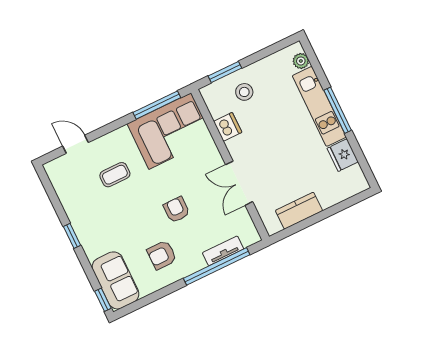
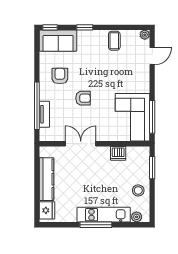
stool: (244, 92) -> (138, 190), moved
fridge: (343, 155) -> (47, 210), moved, turned 90
plant: (51, 168) -> (145, 35), added
coffee table: (115, 175) -> (114, 41), moved
kitchen counter: (299, 211) -> (47, 179), width x1.50
window: (72, 236) -> (85, 27), moved

